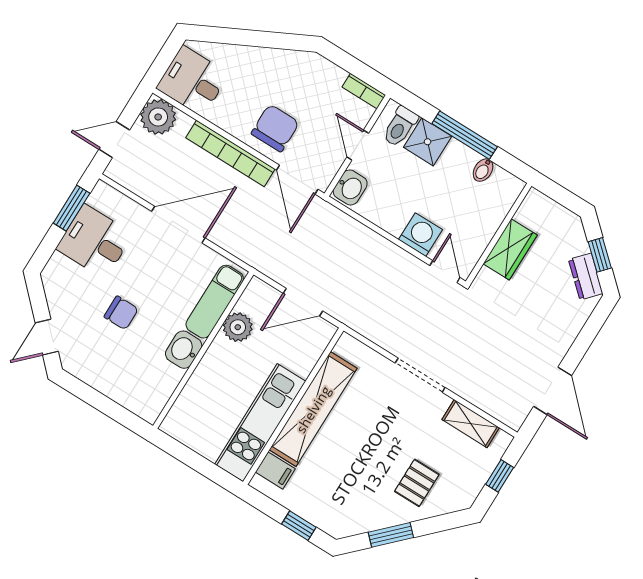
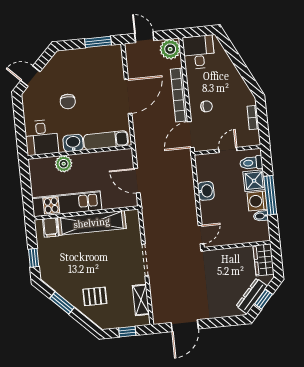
bookcase: (364, 91) -> (253, 118), moved
chair: (275, 128) -> (206, 106), width x0.54, depth x0.54
washbasin: (350, 187) -> (206, 191), moved, turned -90
door: (178, 225) -> (128, 96), hinge flipped
washing machine: (420, 235) -> (257, 201), moved, turned 180
desk: (95, 241) -> (41, 137), moved, turned 180
wardrobe: (510, 249) -> (264, 260), moved, turned 90
dresser: (586, 277) -> (252, 296), width x1.44
plant: (238, 327) -> (64, 164), moved

